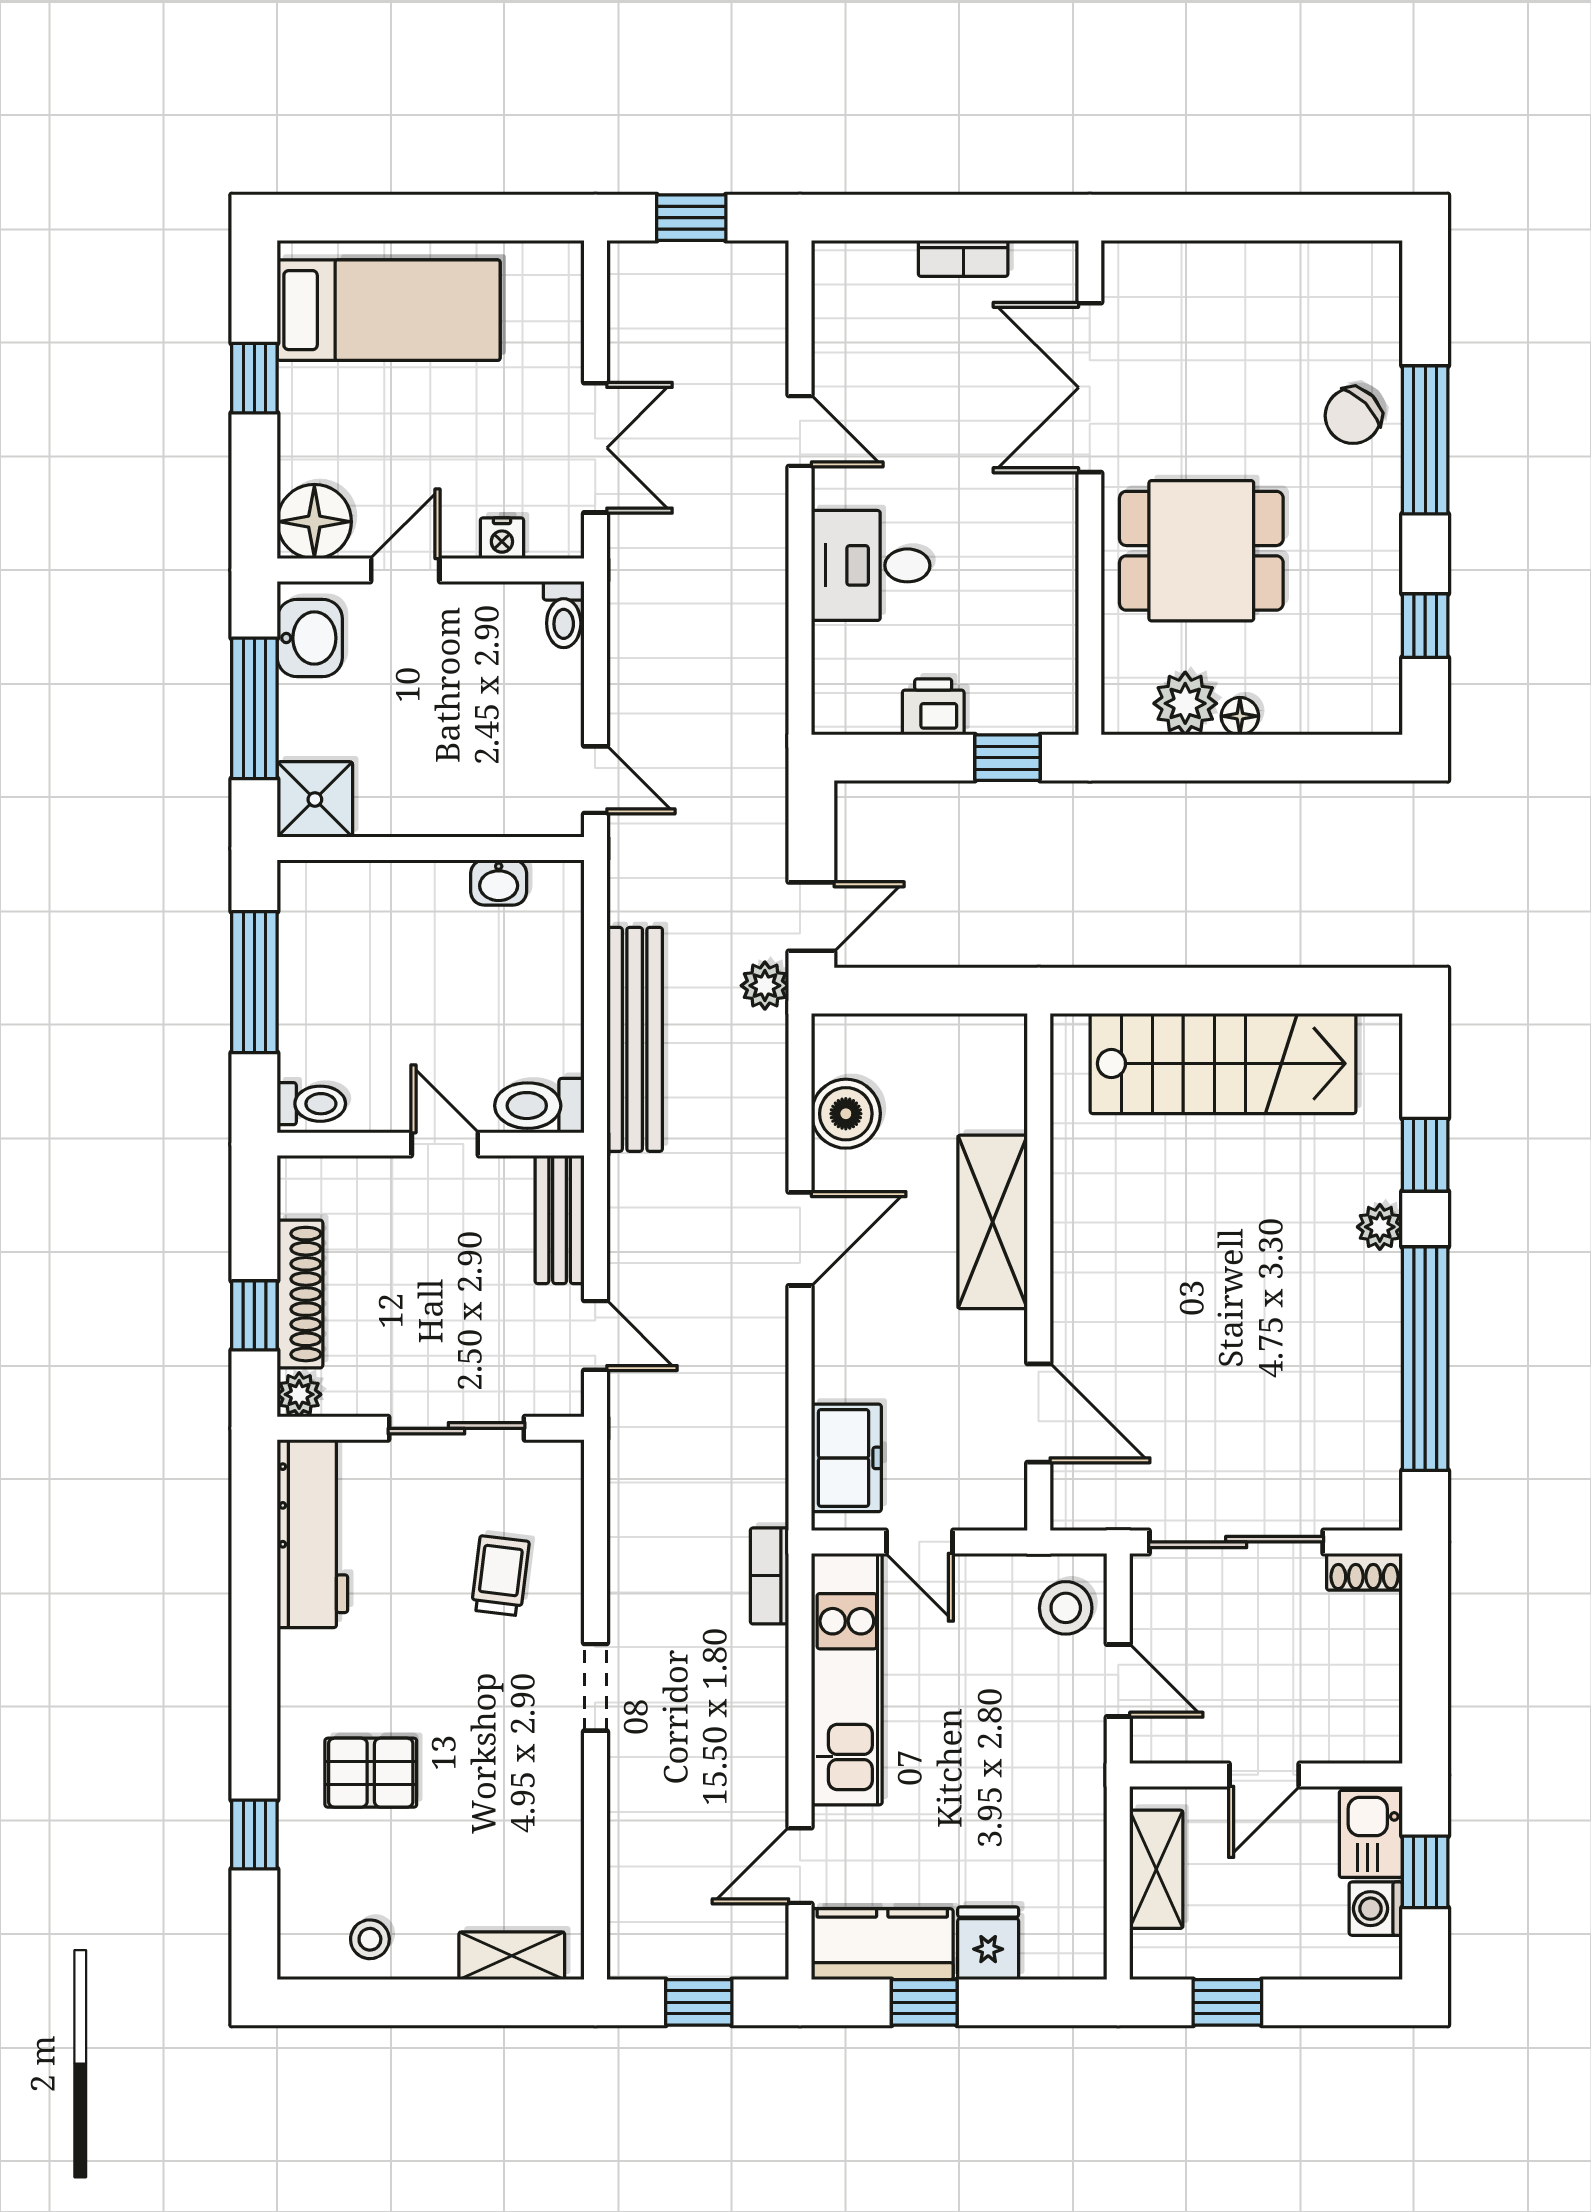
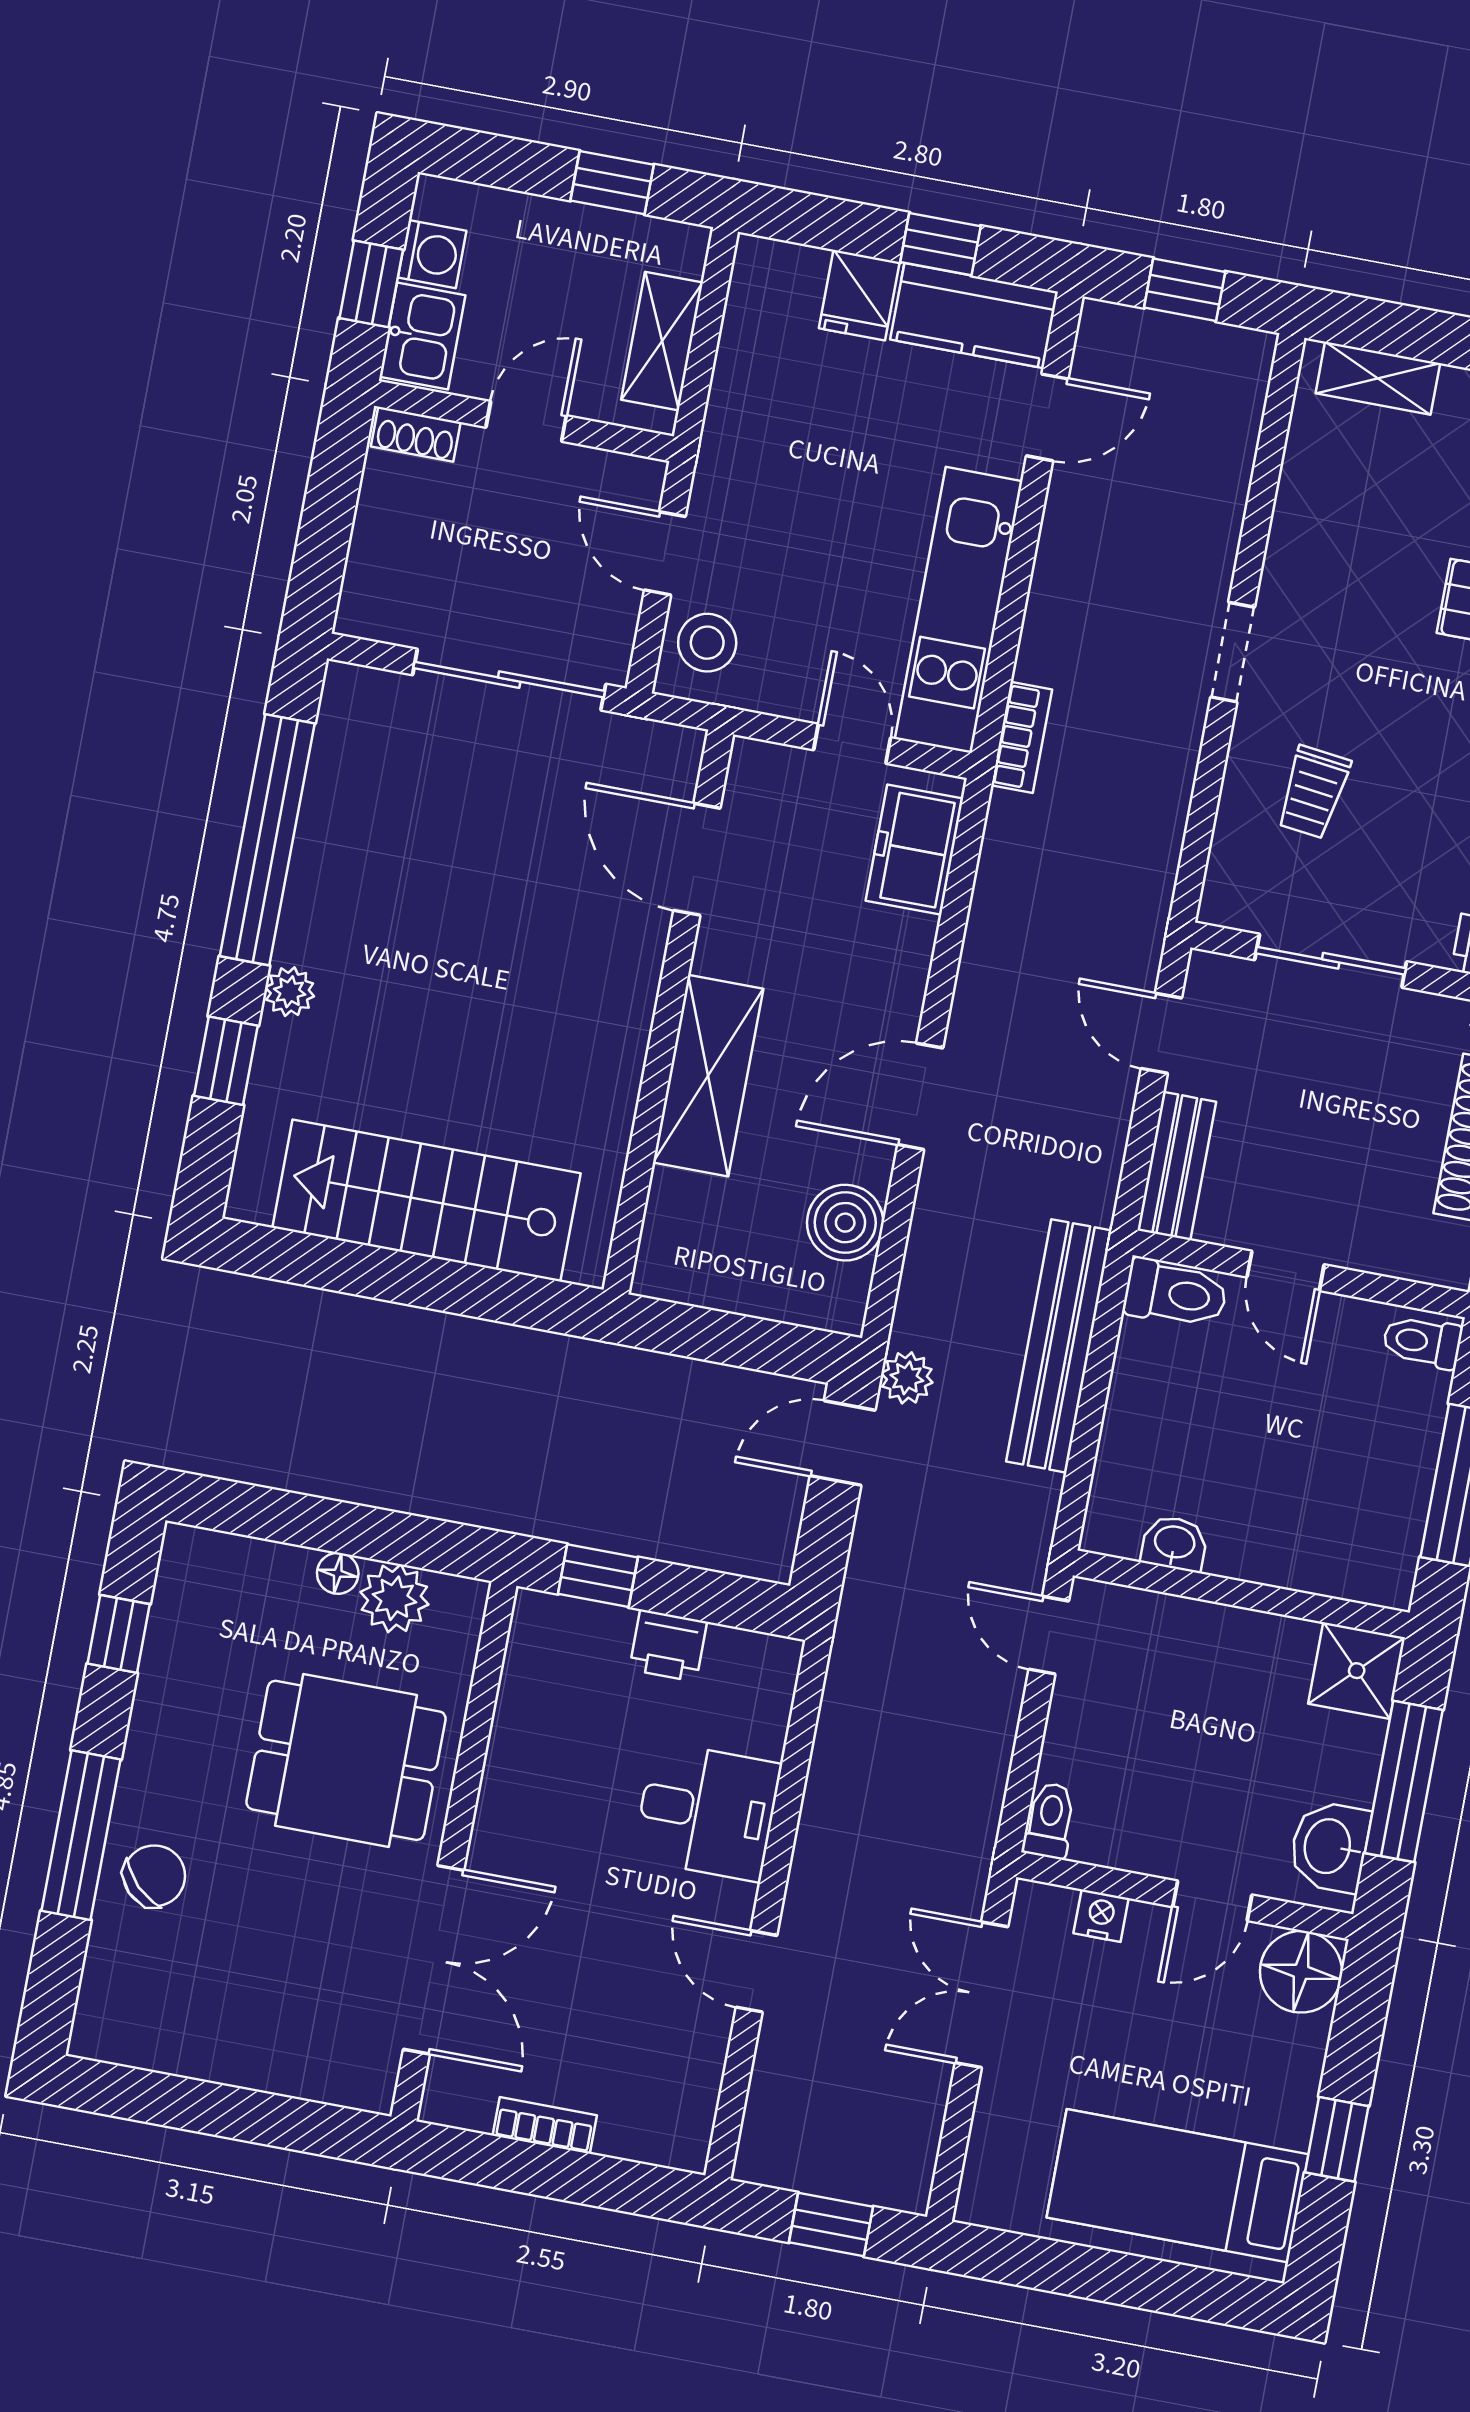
shoe rack: (1365, 1572) -> (416, 434), moved, turned 180

